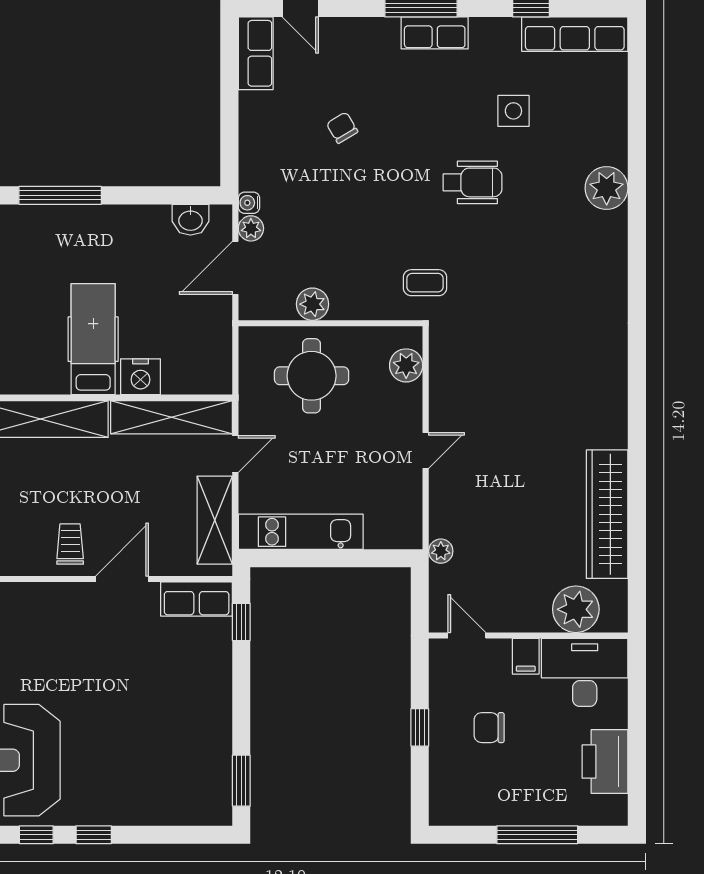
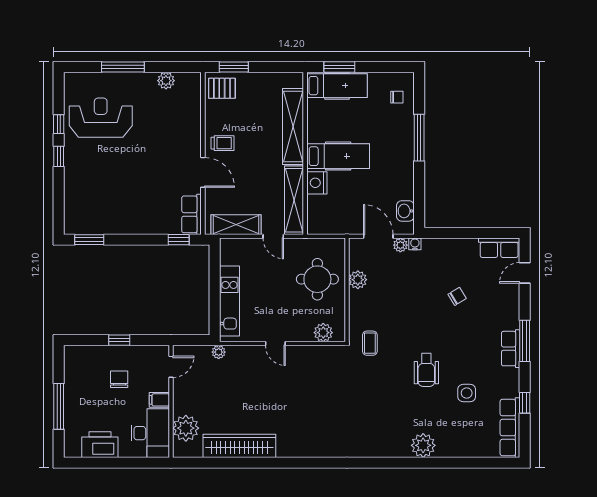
kitchen unit: (301, 532) -> (230, 301), moved

